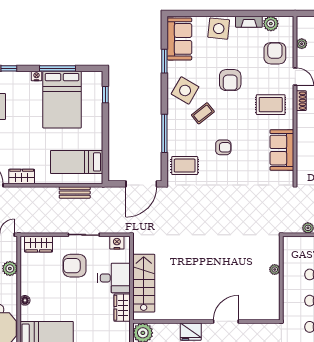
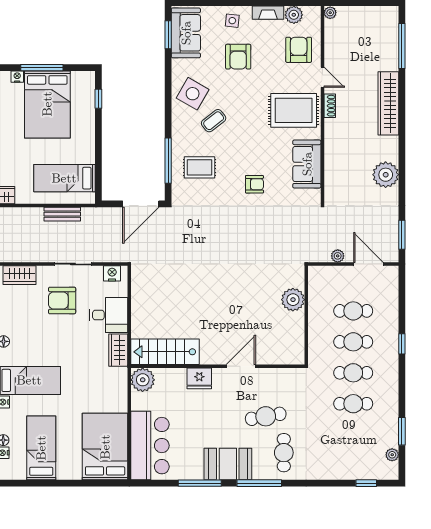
side table: (219, 29) -> (232, 21), width x0.54, depth x0.54
plant: (302, 44) -> (330, 13), moved
window: (164, 61) -> (168, 35), moved
armchair: (230, 80) -> (238, 57), moved
rug: (271, 105) -> (294, 110), width x1.36, depth x1.43
window: (164, 133) -> (168, 161), moved
armchair: (223, 147) -> (254, 184), moved
rug: (185, 166) -> (200, 167), moved
plant: (275, 269) -> (293, 300), width x1.88, depth x1.88
stairs: (144, 283) -> (165, 352), moved, turned -90

